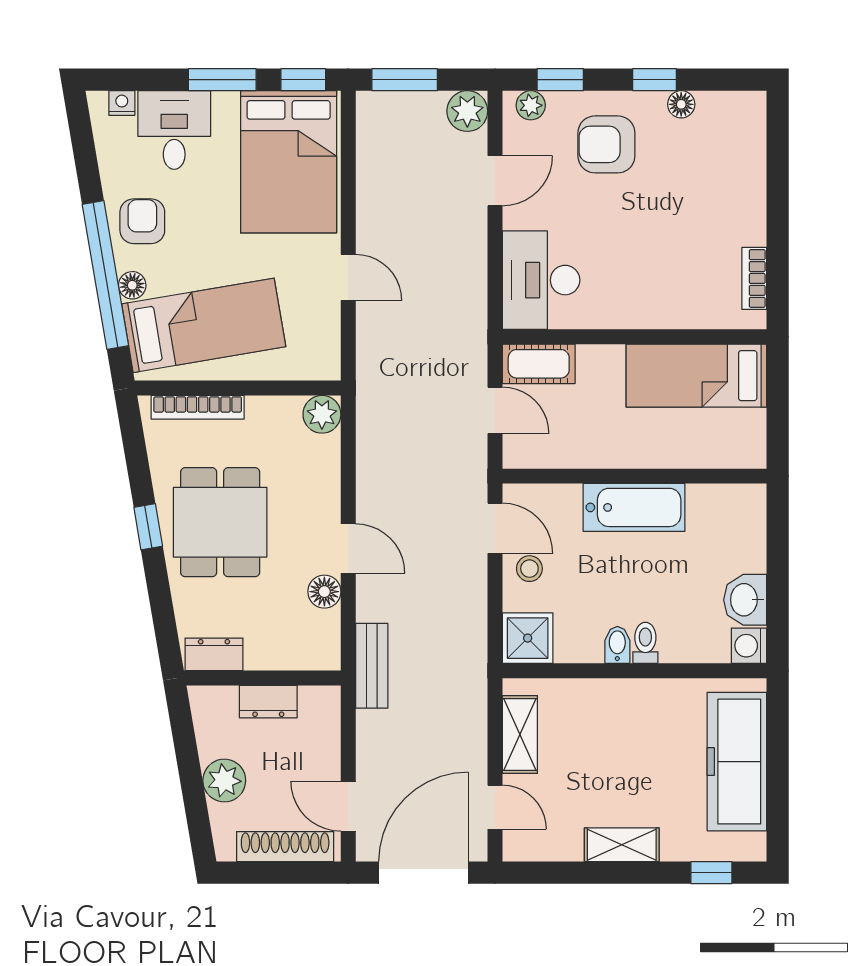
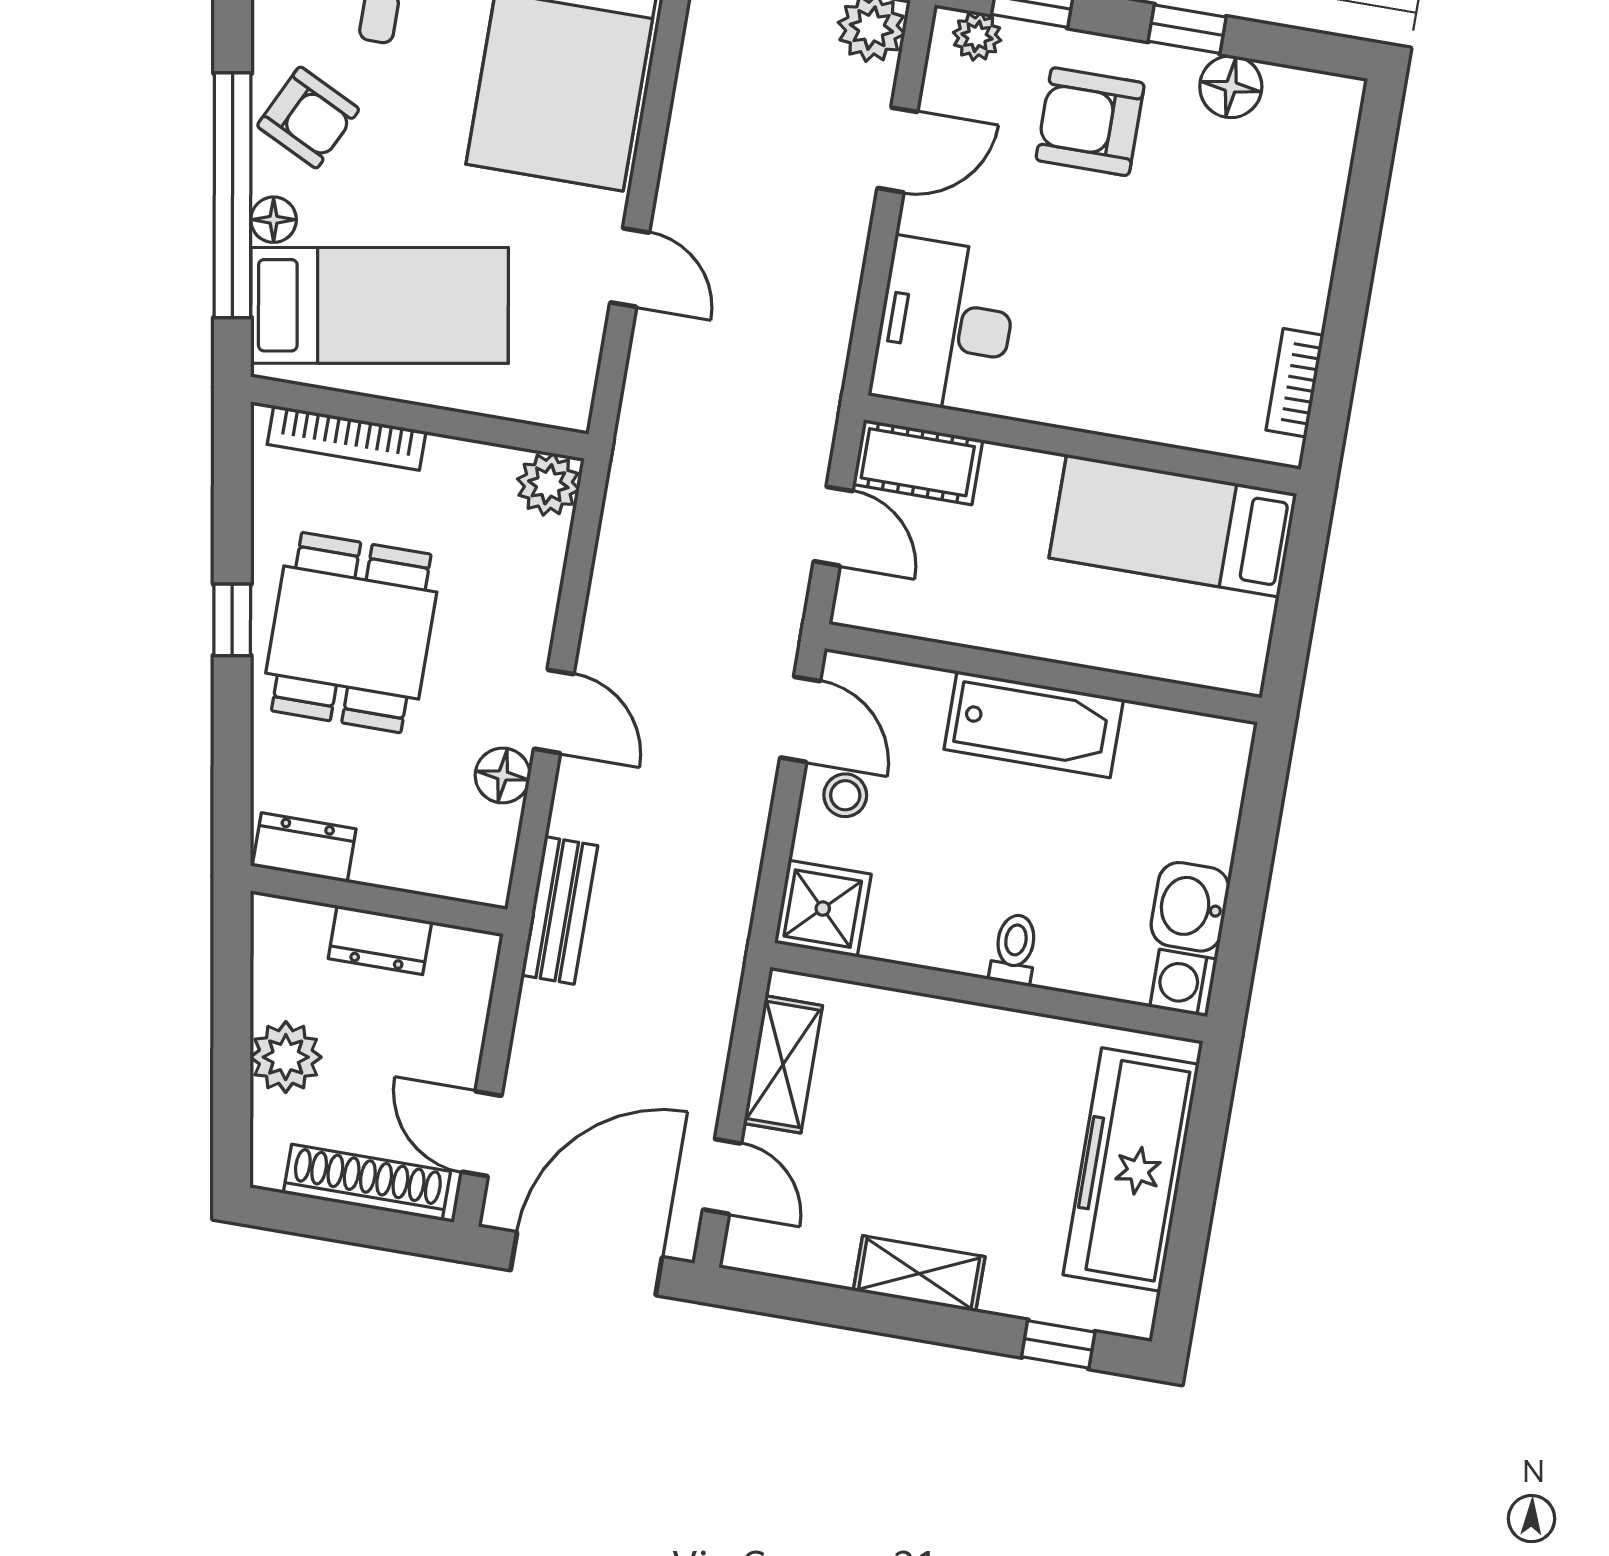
floor lamp: (681, 104) -> (1231, 87), width x1.37, depth x1.37
armchair: (142, 221) -> (308, 118), turned 116
bidet: (617, 645) -> (968, 945), removed

